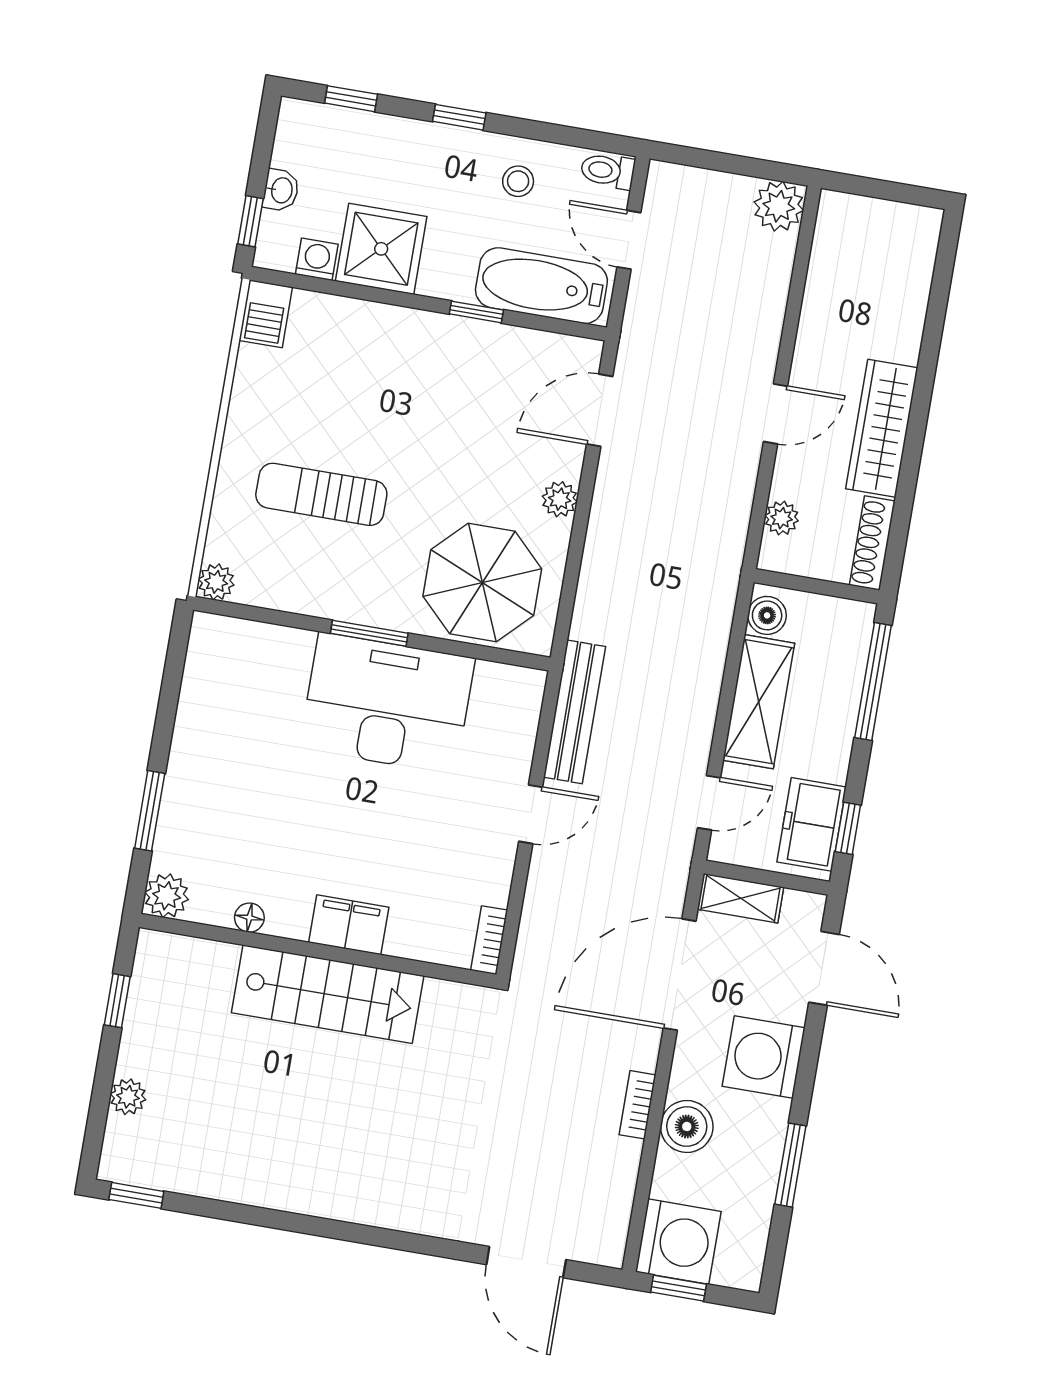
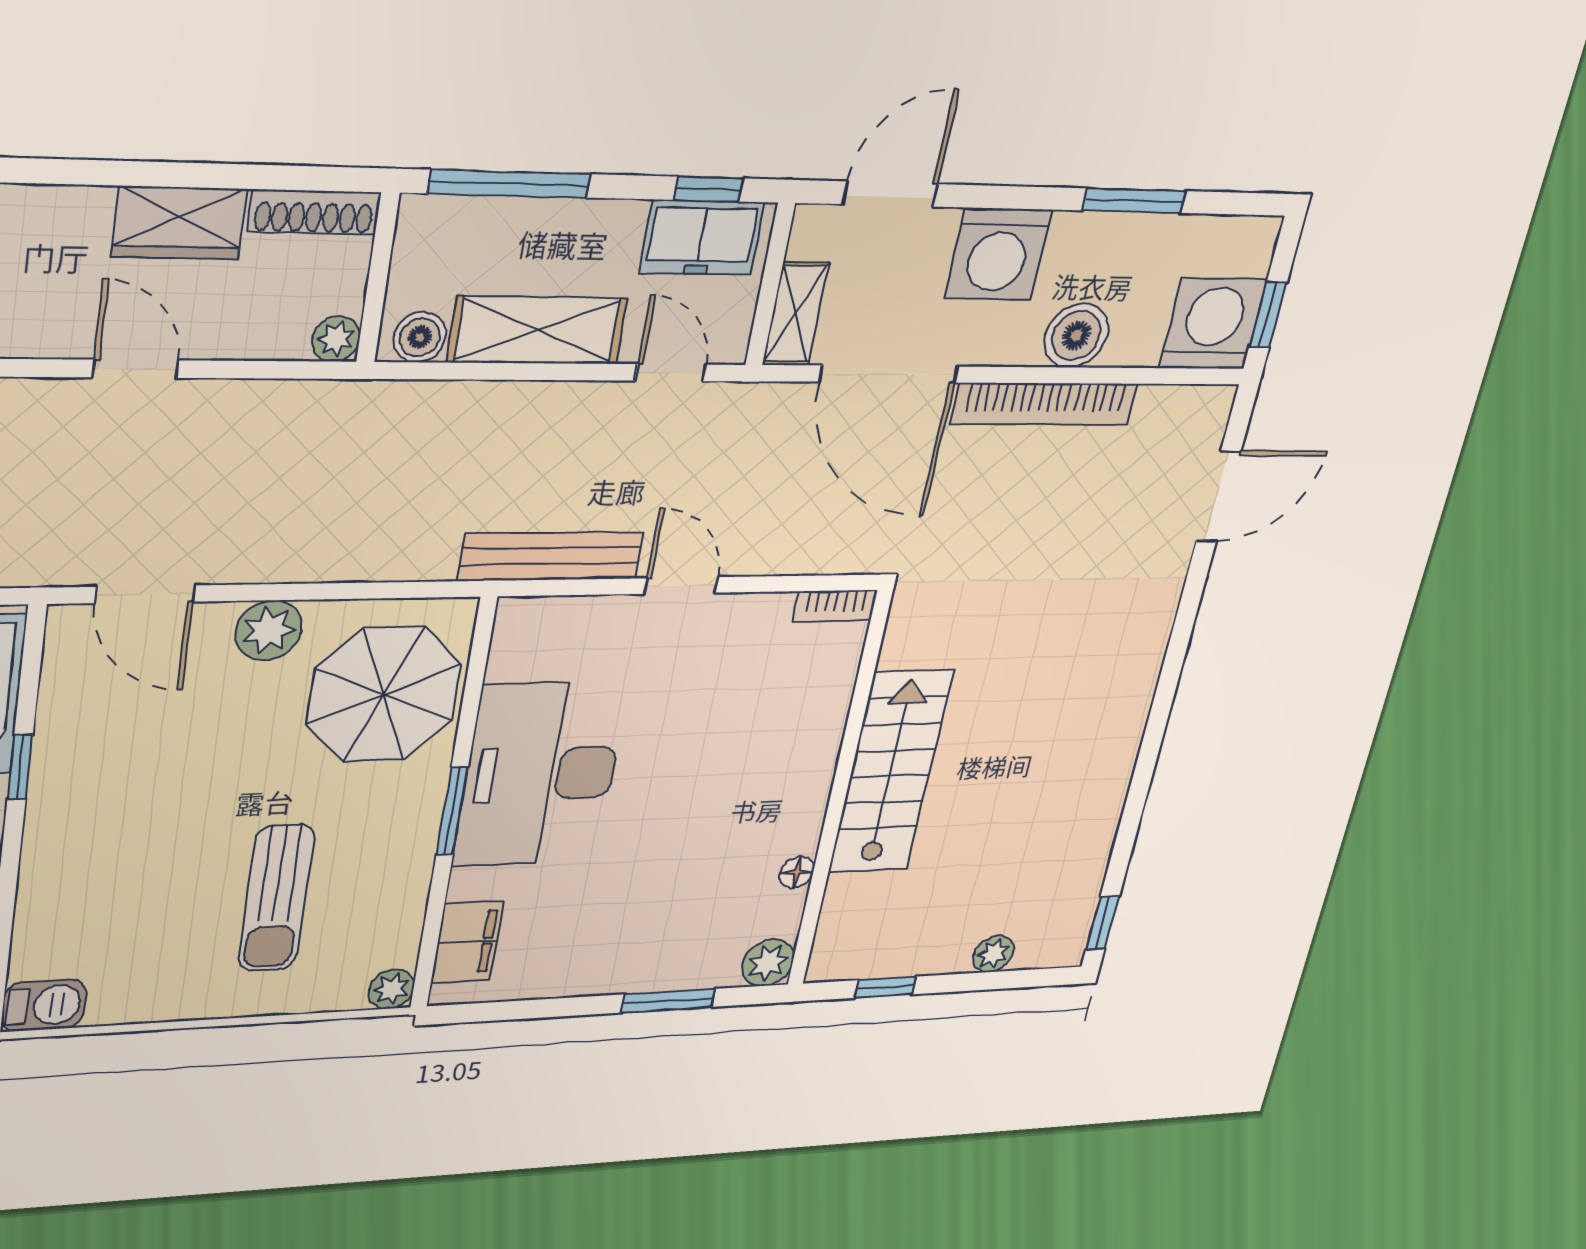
wardrobe: (882, 428) -> (179, 223), width x0.67
plant: (560, 499) -> (269, 630), width x1.38, depth x1.38
plant: (782, 518) -> (336, 339), moved
filing cabinet: (349, 925) -> (467, 942), moved, turned 180
bookcase: (637, 1105) -> (1044, 404), width x2.31, depth x1.31

